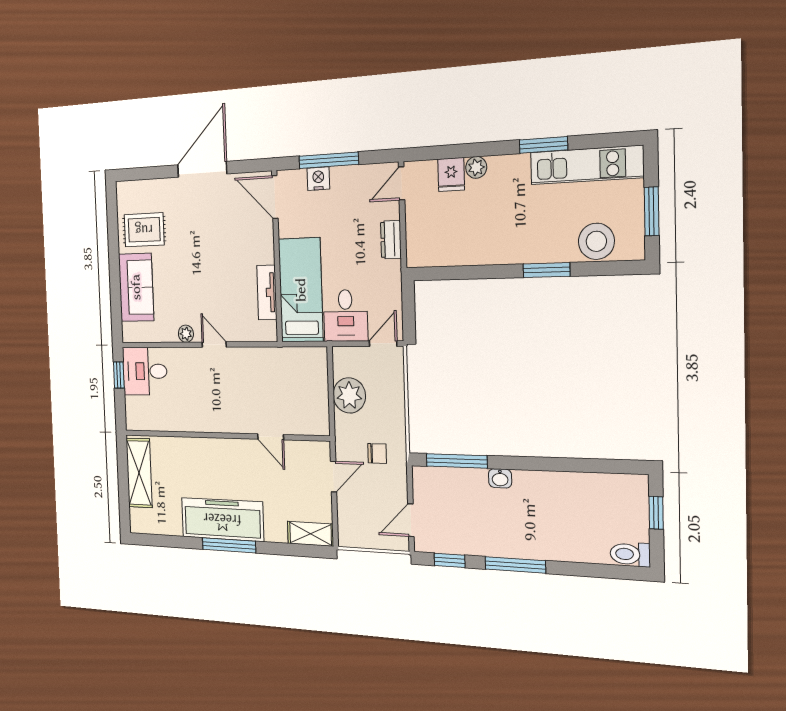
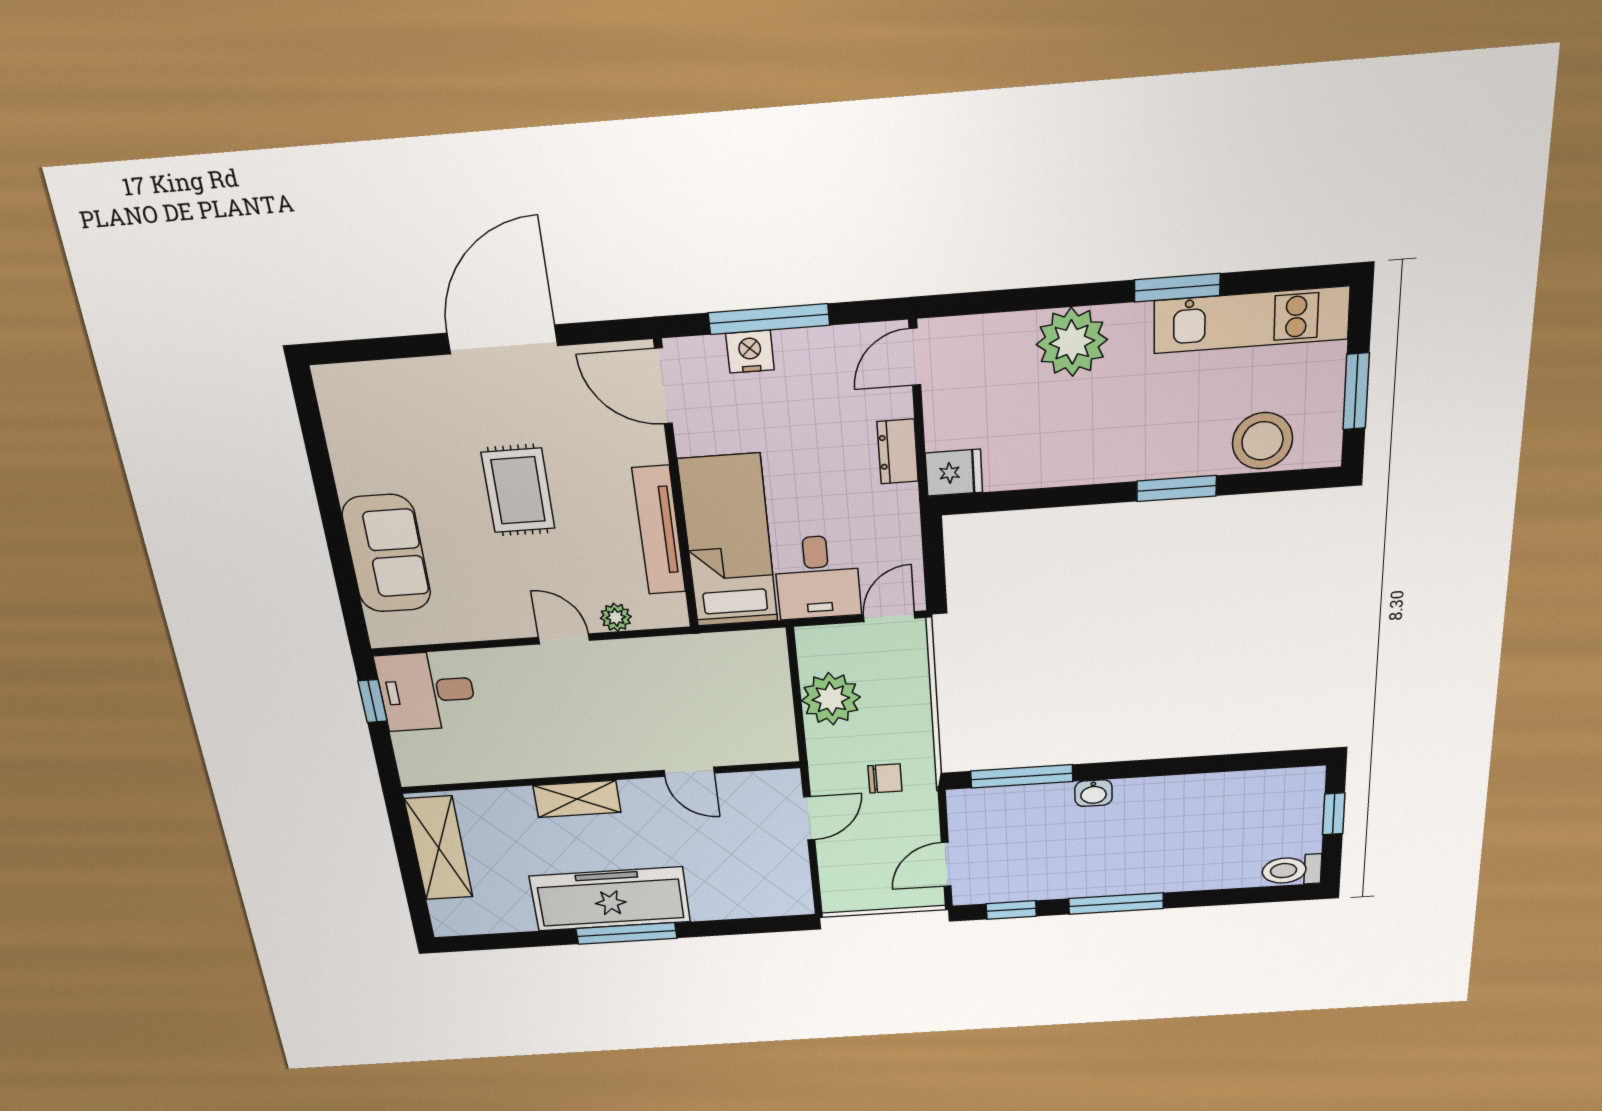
plant: (476, 167) -> (1072, 342), width x1.88, depth x1.88
fridge: (451, 175) -> (954, 473), moved, turned -90
rug: (144, 230) -> (518, 490), moved, turned 90
tv unit: (267, 292) -> (659, 530), width x1.41
plant: (186, 334) -> (616, 617), moved
shelving: (310, 534) -> (577, 799), moved

